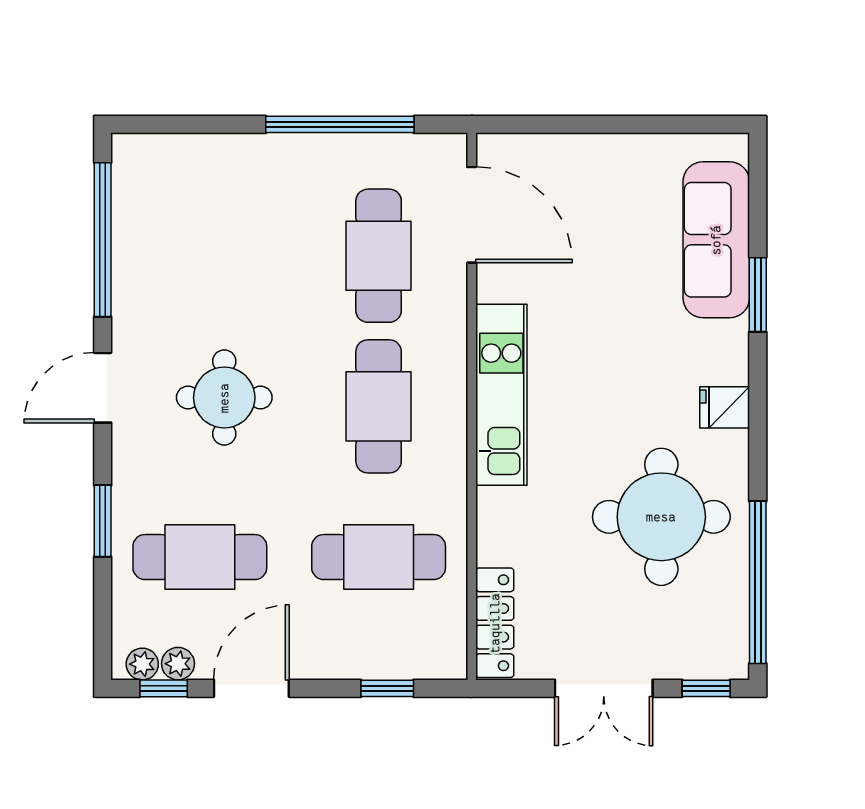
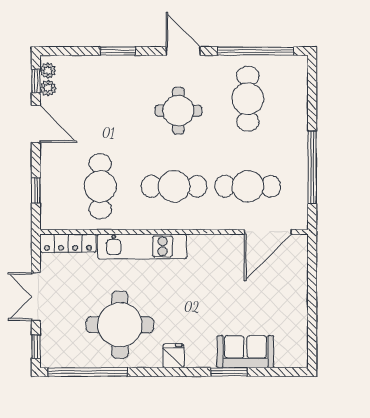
sofa: (716, 240) -> (246, 352), width x0.73
kitchen unit: (501, 395) -> (142, 246), moved
cafe table: (200, 557) -> (248, 99), moved

